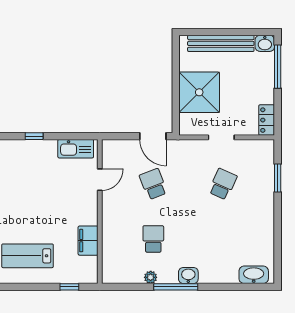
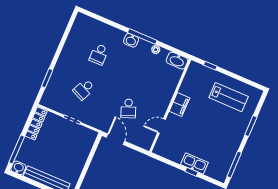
shower: (199, 92) -> (74, 155), removed
locker: (267, 120) -> (36, 124), width x1.53
kitchen sink: (76, 149) -> (194, 164), moved
school desk: (153, 239) -> (99, 54), moved
filing cabinet: (88, 241) -> (180, 105), moved
washbasin: (254, 275) -> (177, 61), moved

